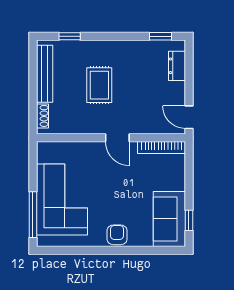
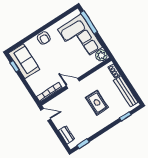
plant: (47, 152) -> (101, 55), added

